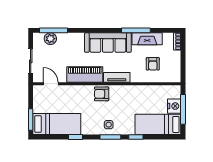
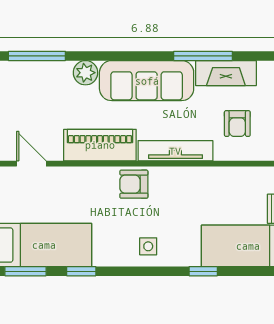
plant: (50, 39) -> (85, 73), moved
tv unit: (117, 77) -> (175, 151), width x1.41
window: (110, 137) -> (25, 271), moved

